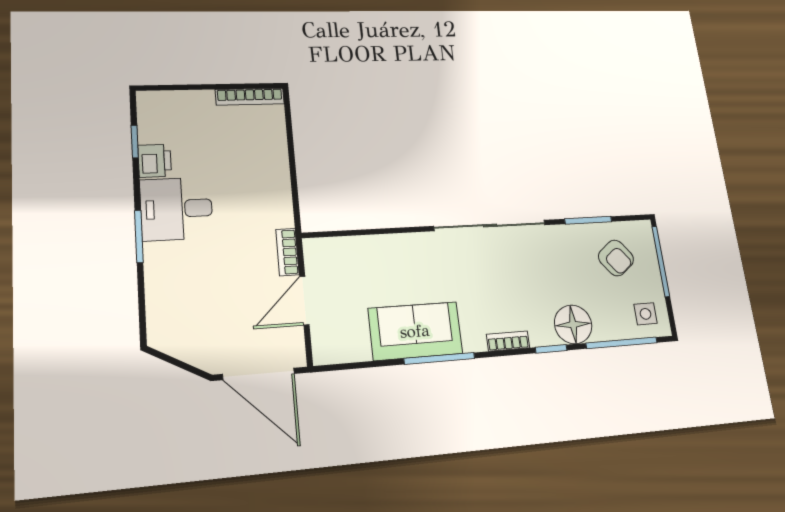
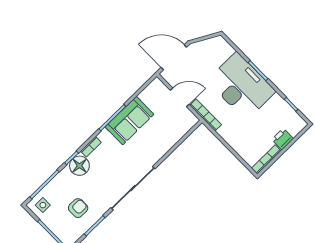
printer: (155, 161) -> (283, 139), moved, turned 90
desk: (176, 209) -> (241, 86), width x1.87, depth x1.30
bookcase: (287, 252) -> (206, 115), width x1.56
armchair: (616, 258) -> (78, 208), moved, turned 128
door: (304, 301) -> (180, 97), hinge flipped
floor lamp: (573, 324) -> (79, 166), moved

